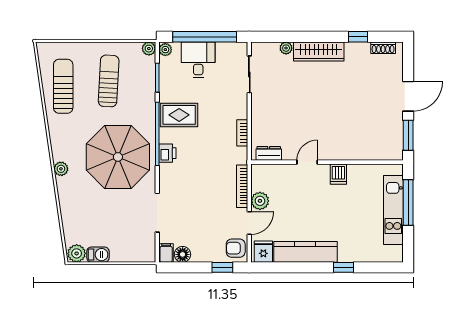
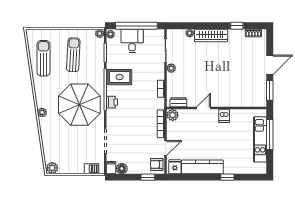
plant: (258, 101) -> (171, 68), added
plant: (260, 201) -> (173, 115), moved
barbecue: (98, 255) -> (92, 169), moved

